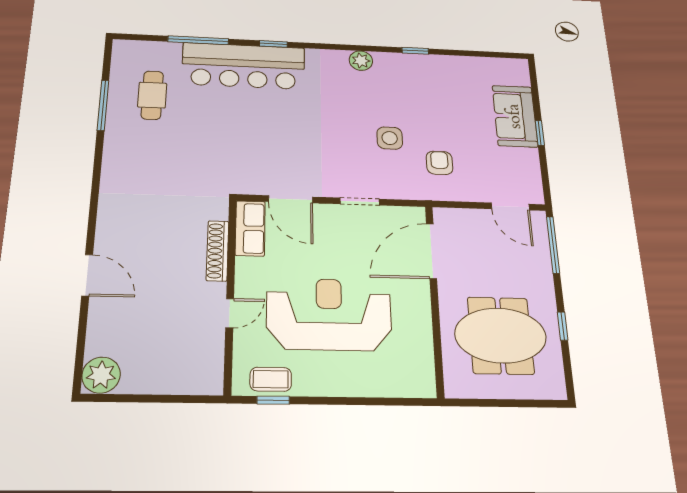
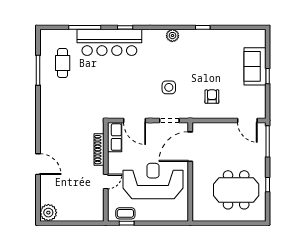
side table: (390, 138) -> (169, 87), moved
door: (431, 251) -> (190, 147), moved
wall: (434, 299) -> (190, 172), moved

